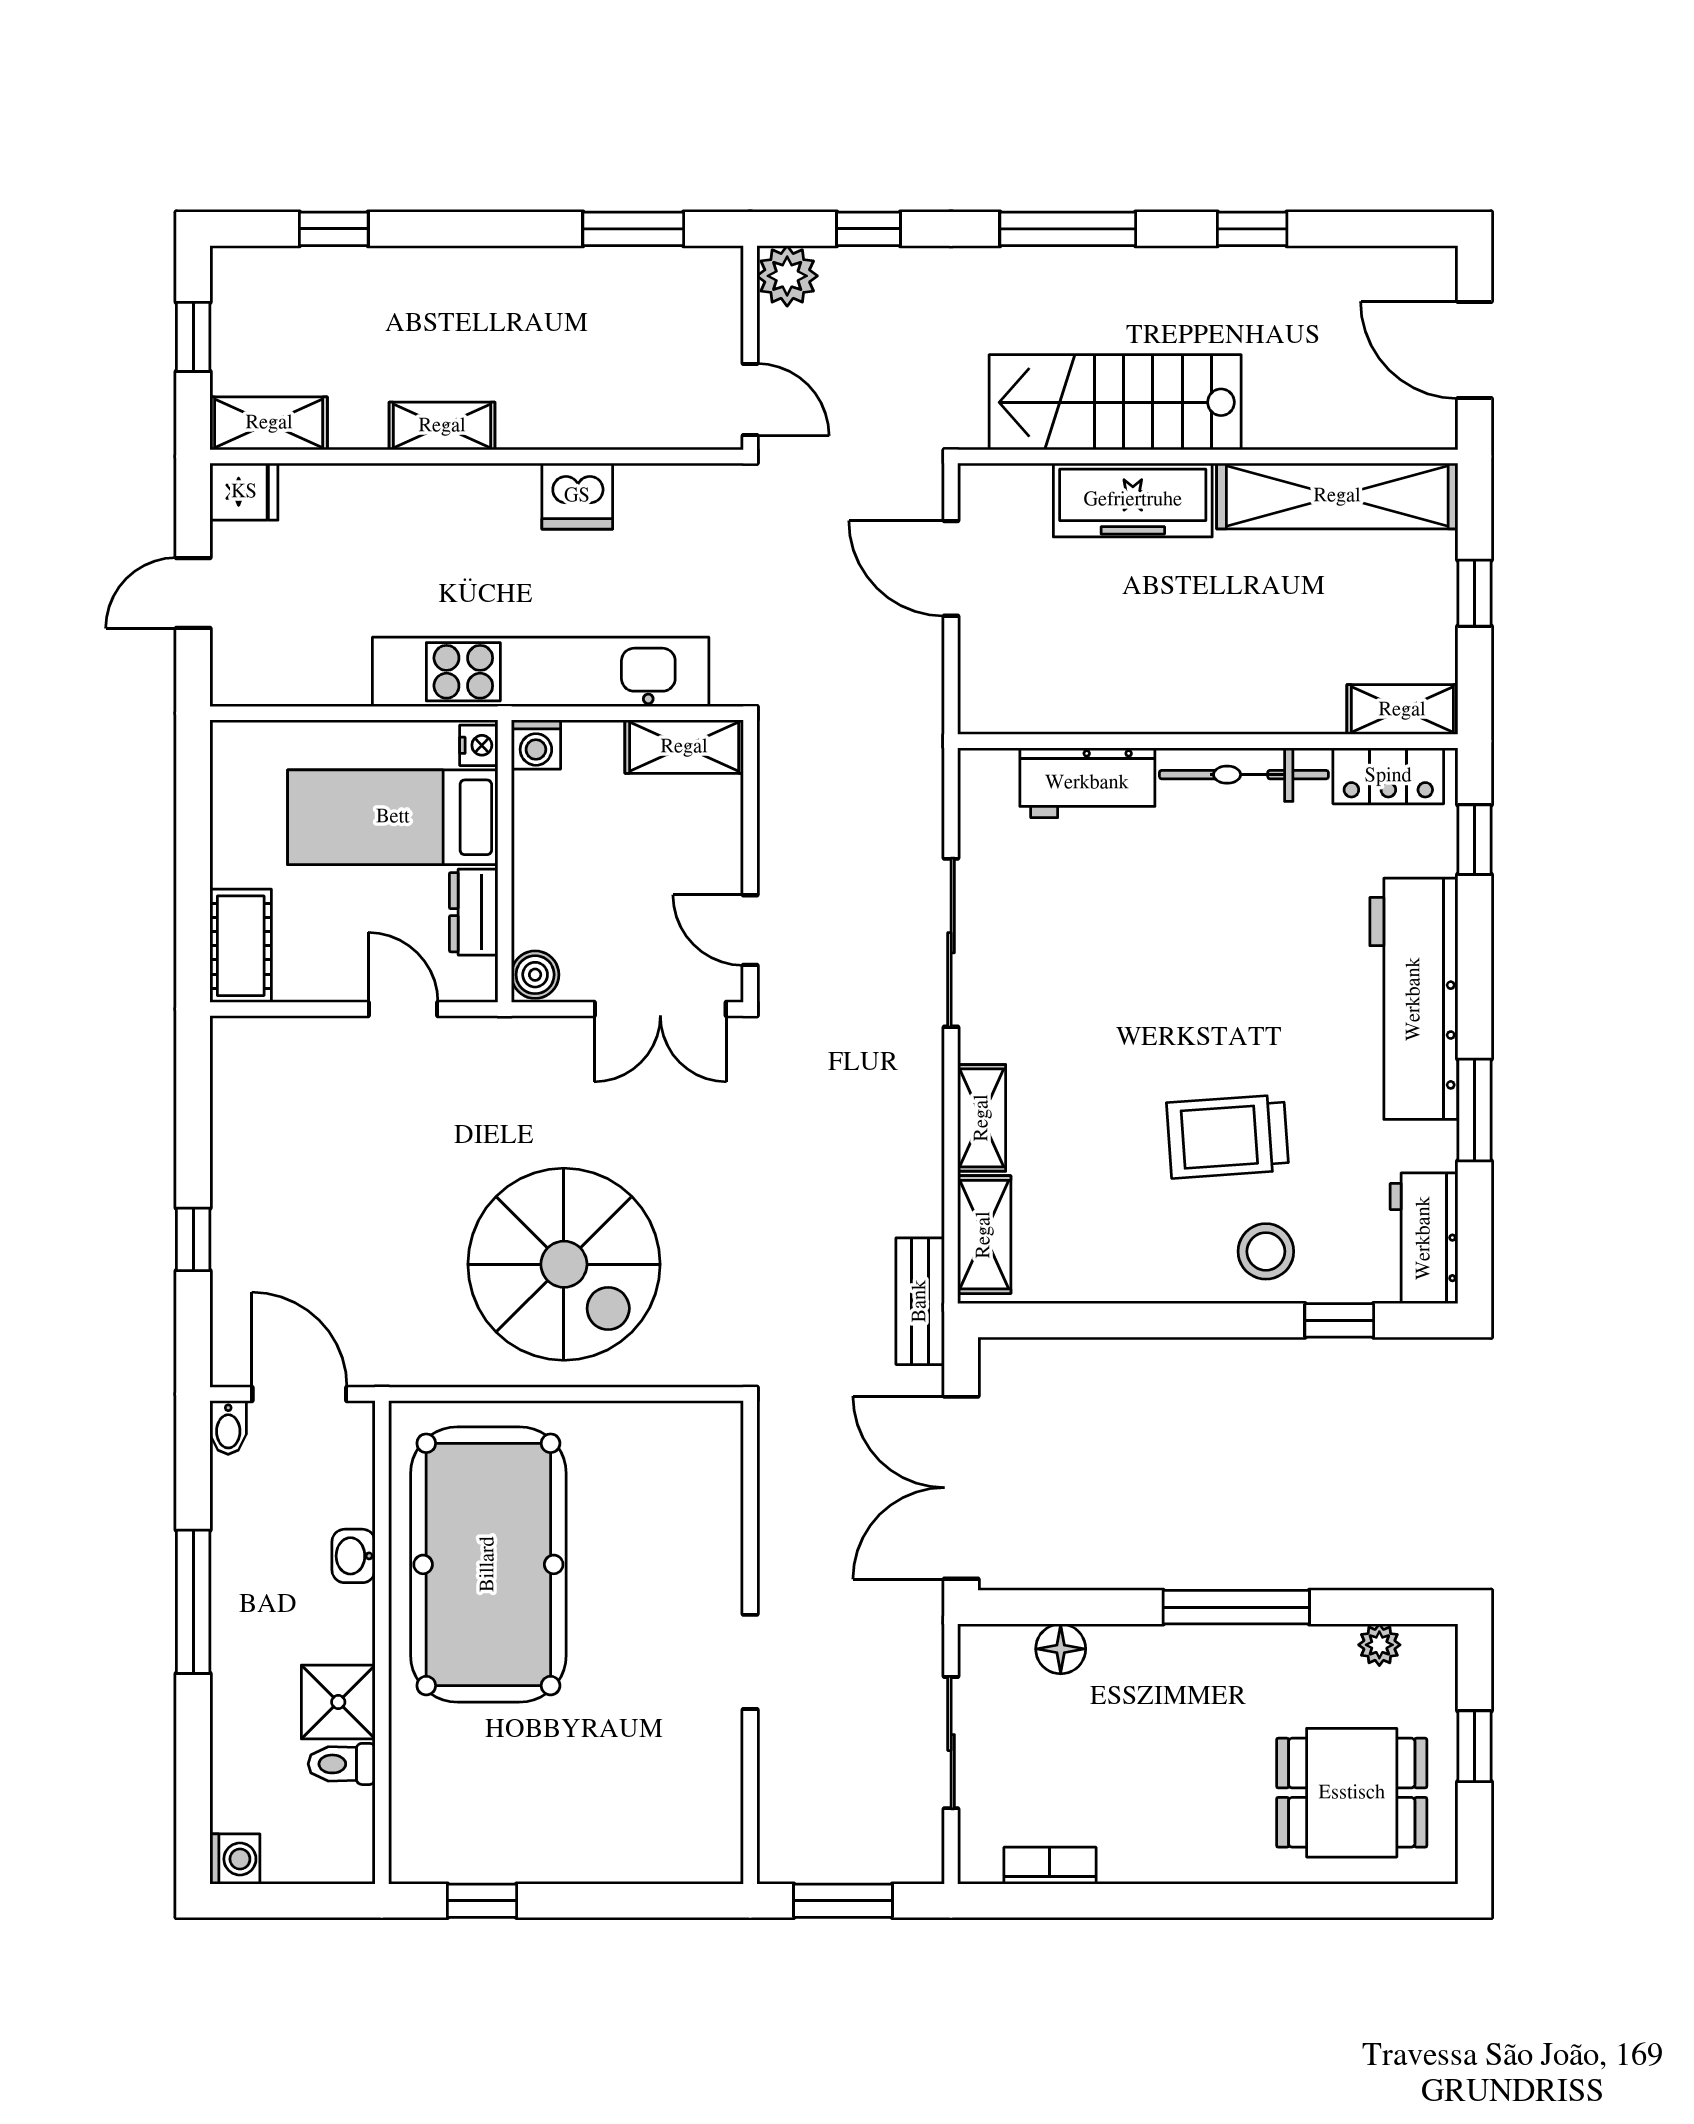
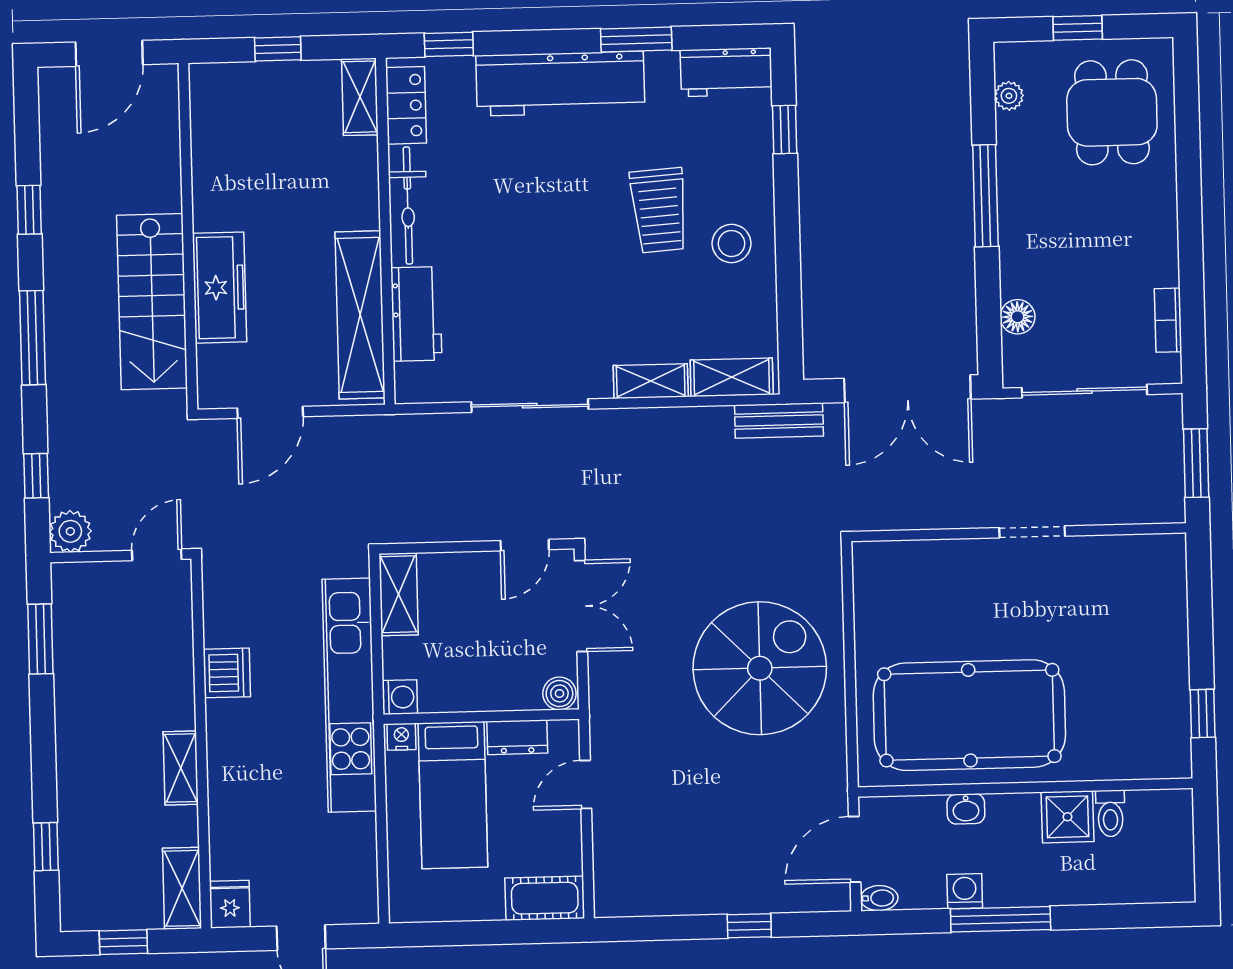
shelving: (1337, 496) -> (360, 315), moved
stool: (1266, 1251) -> (732, 244), moved
sliding door: (951, 1743) -> (1084, 391), width x1.37
washing machine: (235, 1859) -> (965, 891), moved

